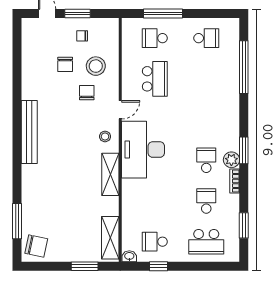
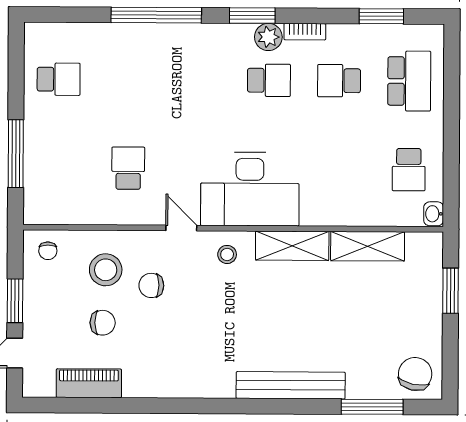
chair: (82, 36) -> (48, 251), moved
school desk: (155, 38) -> (58, 168), removed
school desk: (206, 38) -> (59, 79), turned 90
piano: (30, 57) -> (89, 383), added
window: (244, 67) -> (156, 15), moved
school desk: (155, 79) -> (128, 168), width x0.54
bench: (29, 132) -> (291, 385), moved
school desk: (206, 160) -> (269, 80), turned 180
shelving: (110, 238) -> (368, 246), moved
window: (158, 266) -> (451, 164), removed

